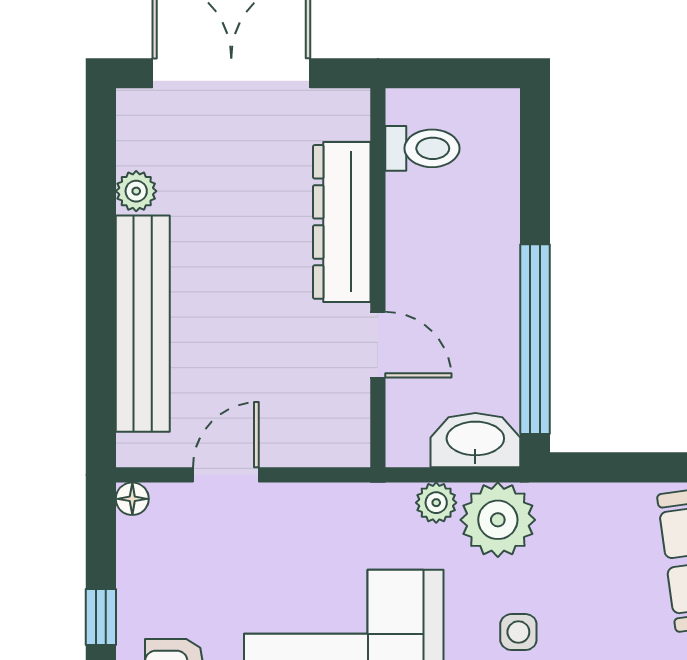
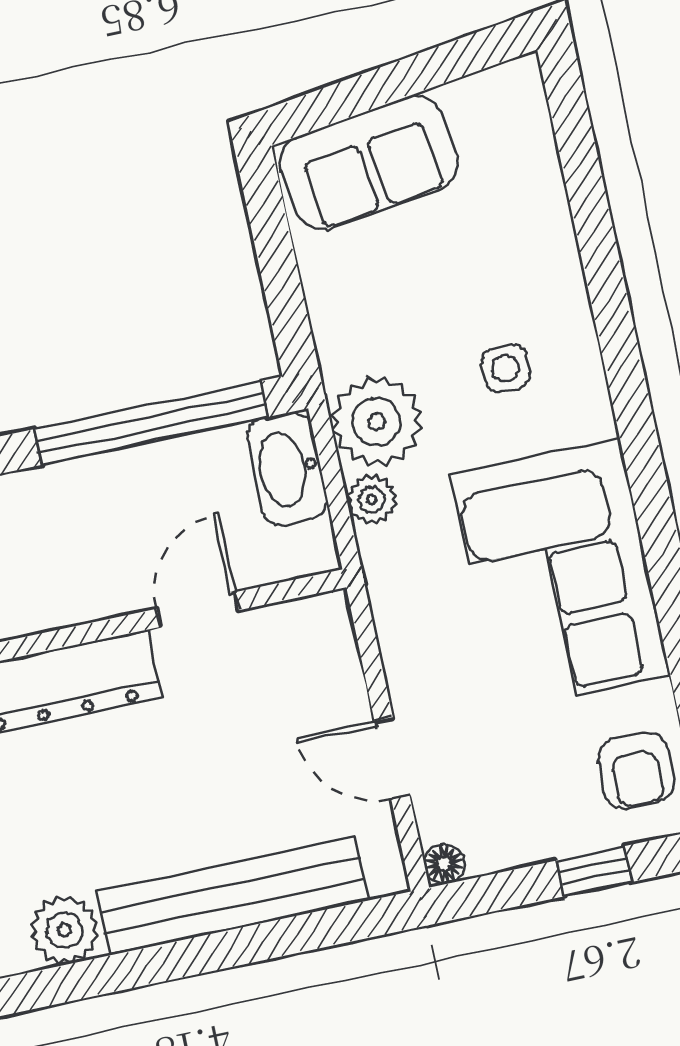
plant: (136, 191) -> (64, 930), width x1.38, depth x1.38

